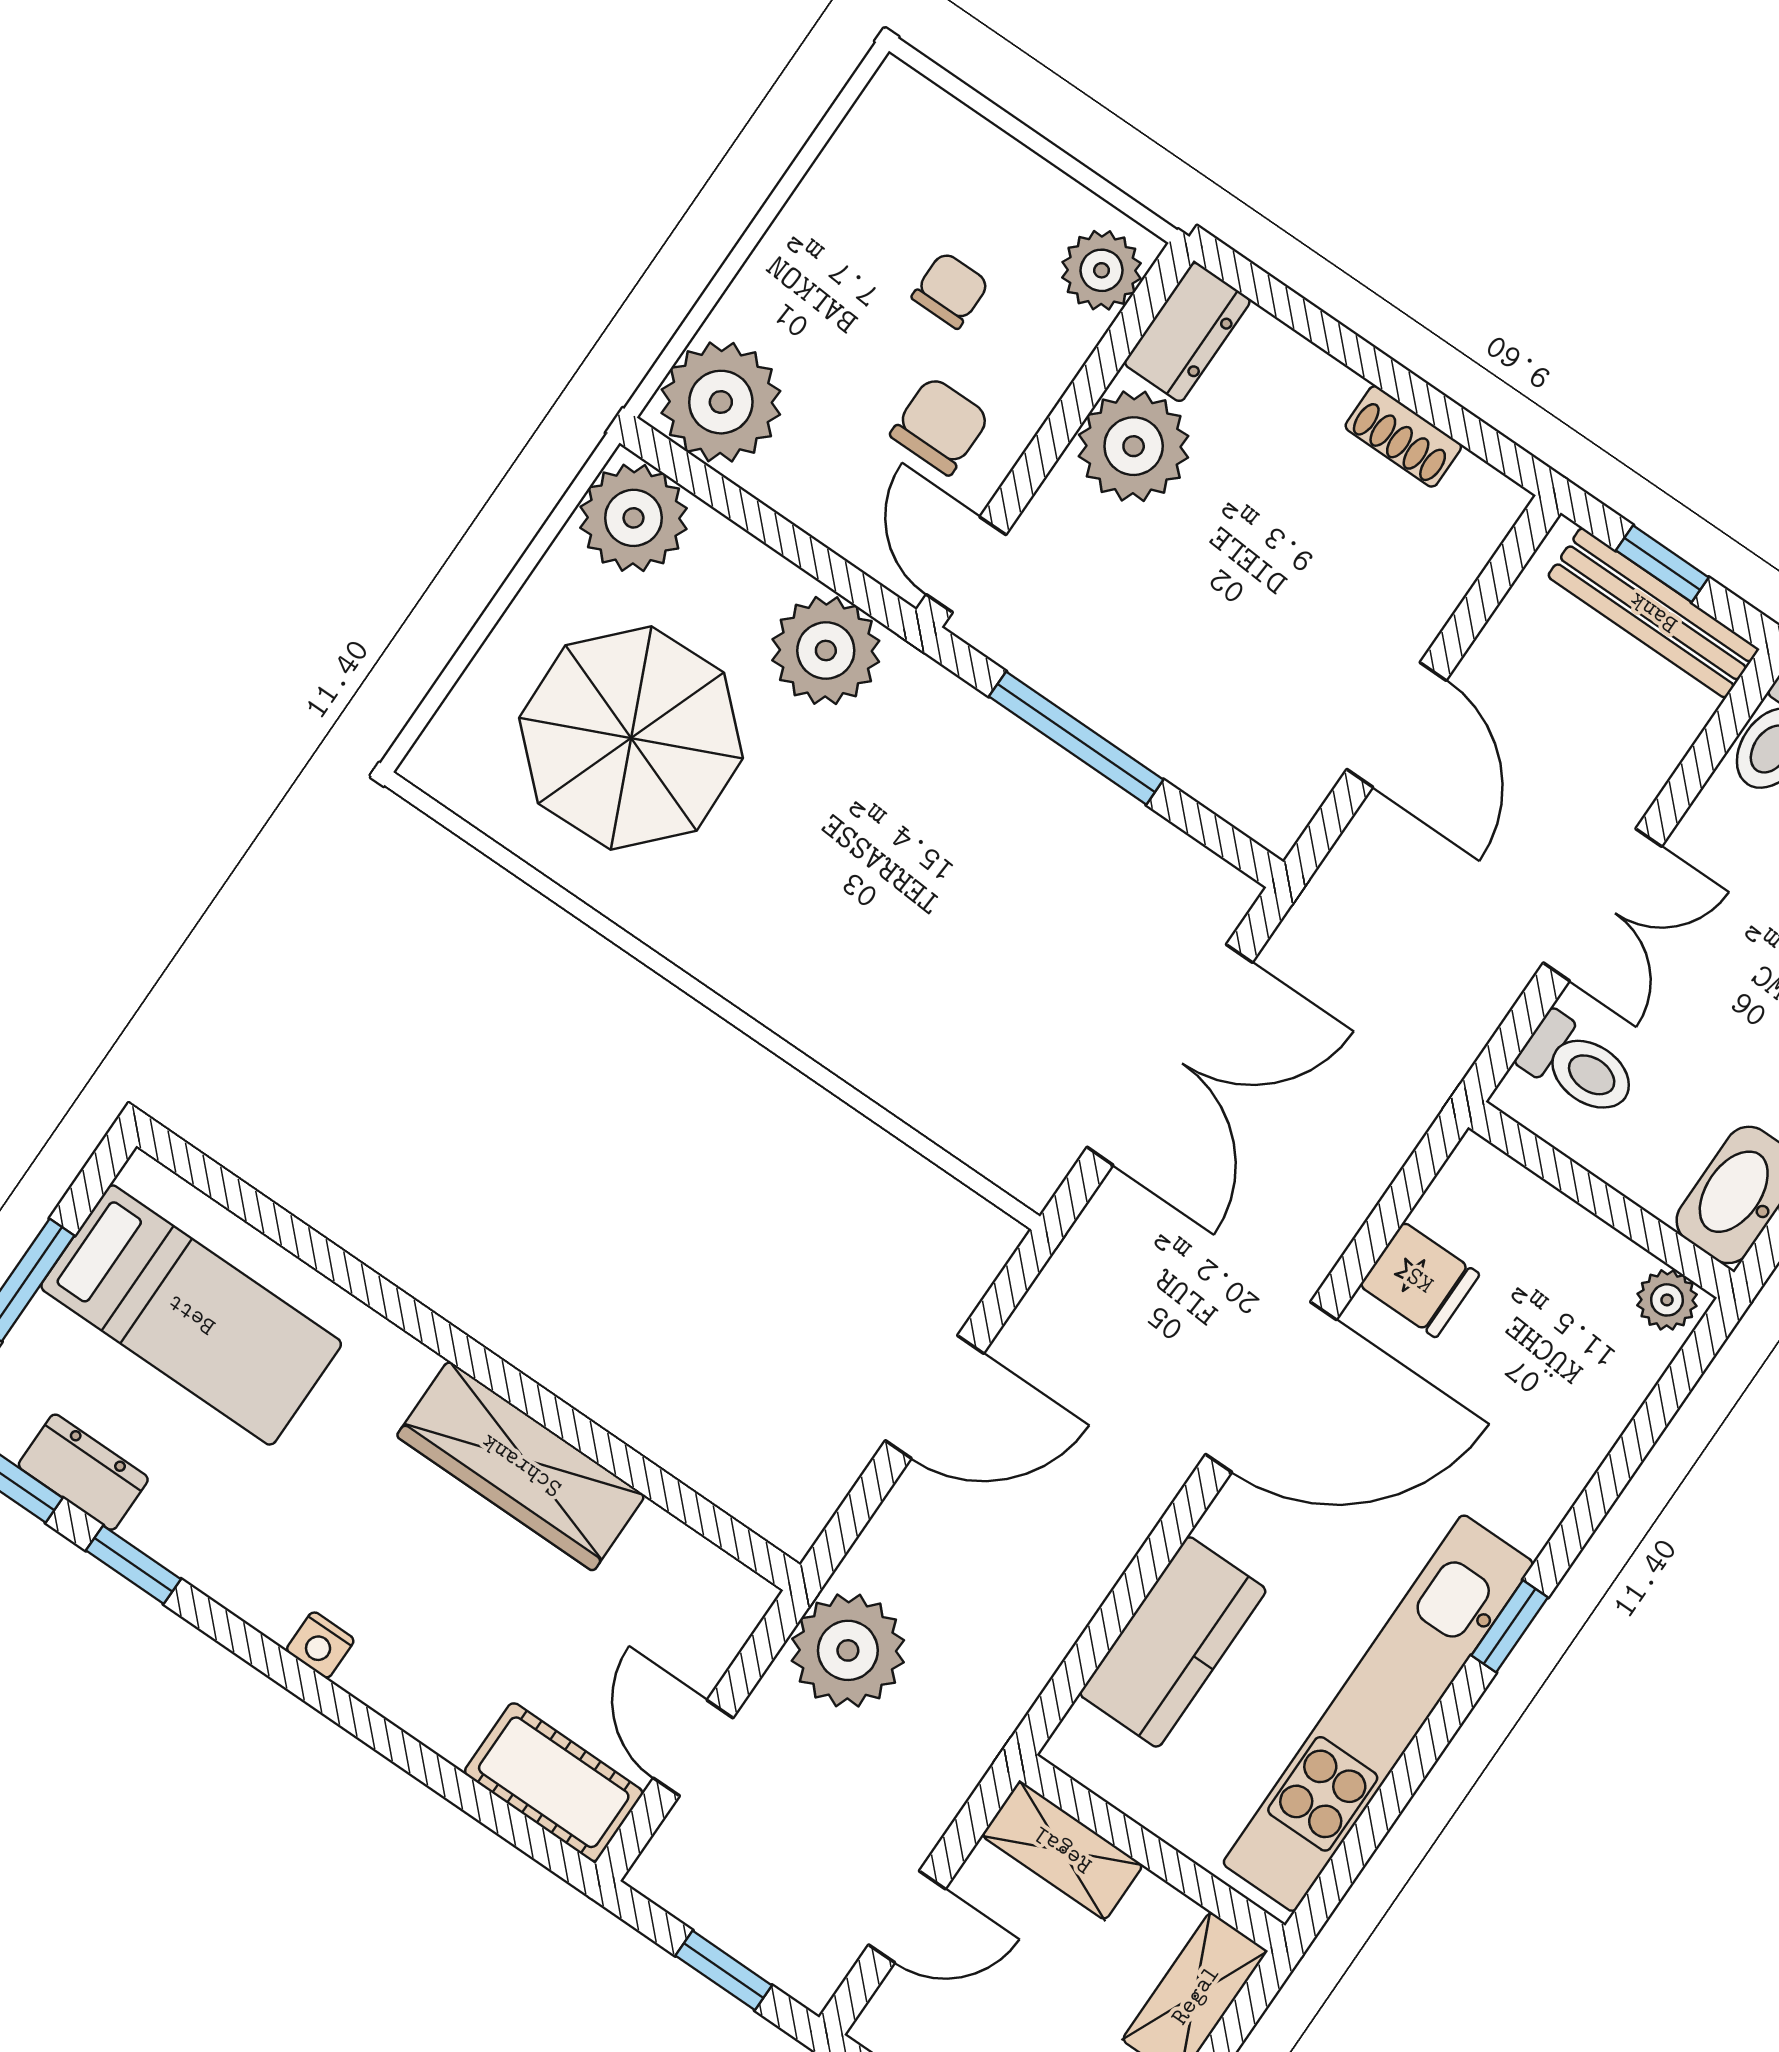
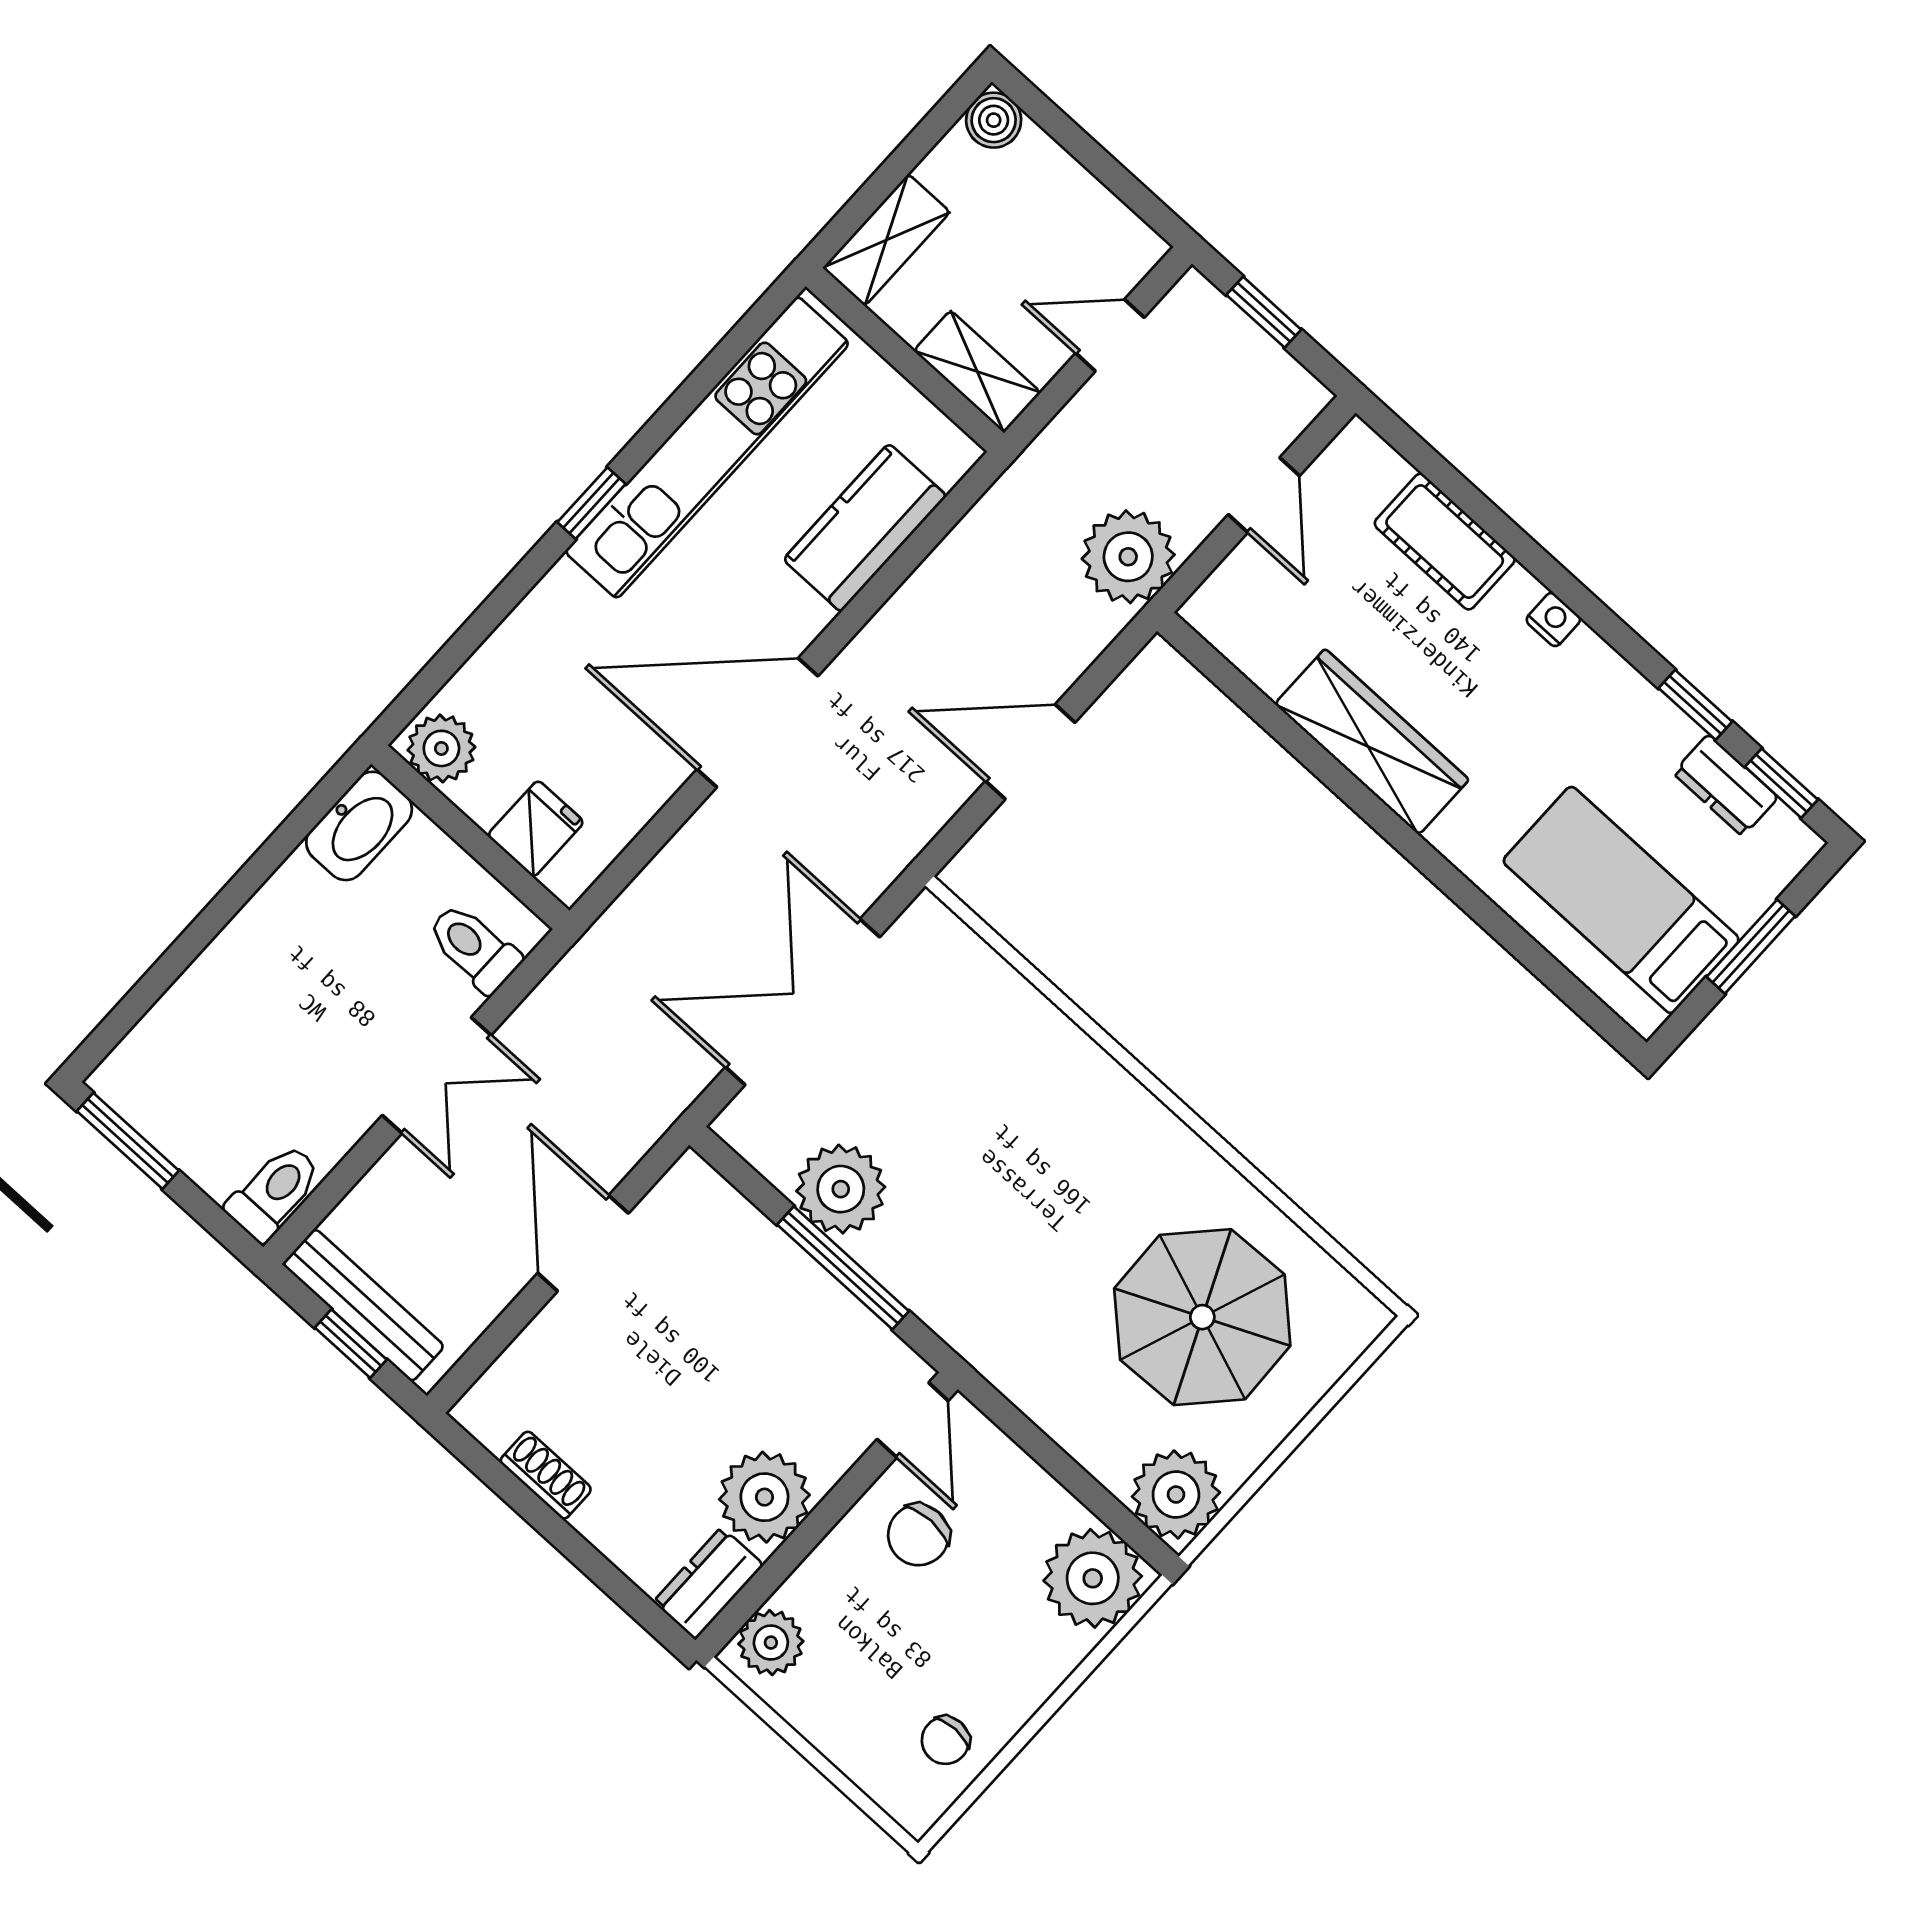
chair: (950, 290) -> (945, 1740), moved
plant: (826, 651) -> (841, 1189), moved
double door: (1603, 905) -> (437, 1075), swing flipped
fridge: (1420, 1280) -> (536, 829), moved, turned 90
plant: (1667, 1300) -> (441, 748), width x1.38, depth x1.38
cot: (554, 1782) -> (1445, 542), moved

